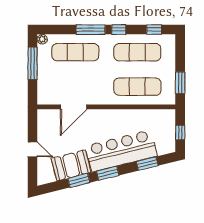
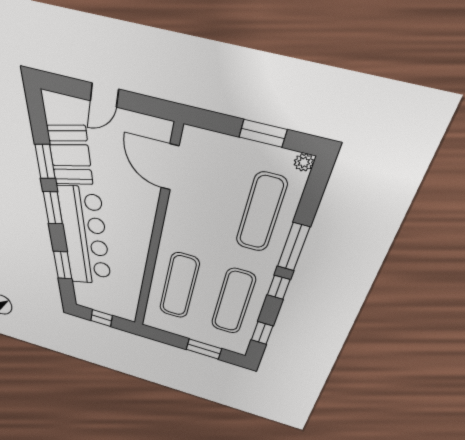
window: (33, 63) -> (263, 133), width x0.69
window: (180, 83) -> (204, 349), moved
door: (74, 107) -> (170, 167), moved

